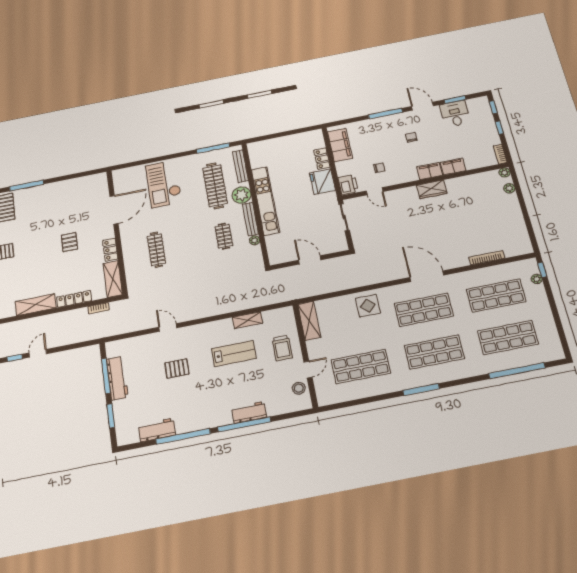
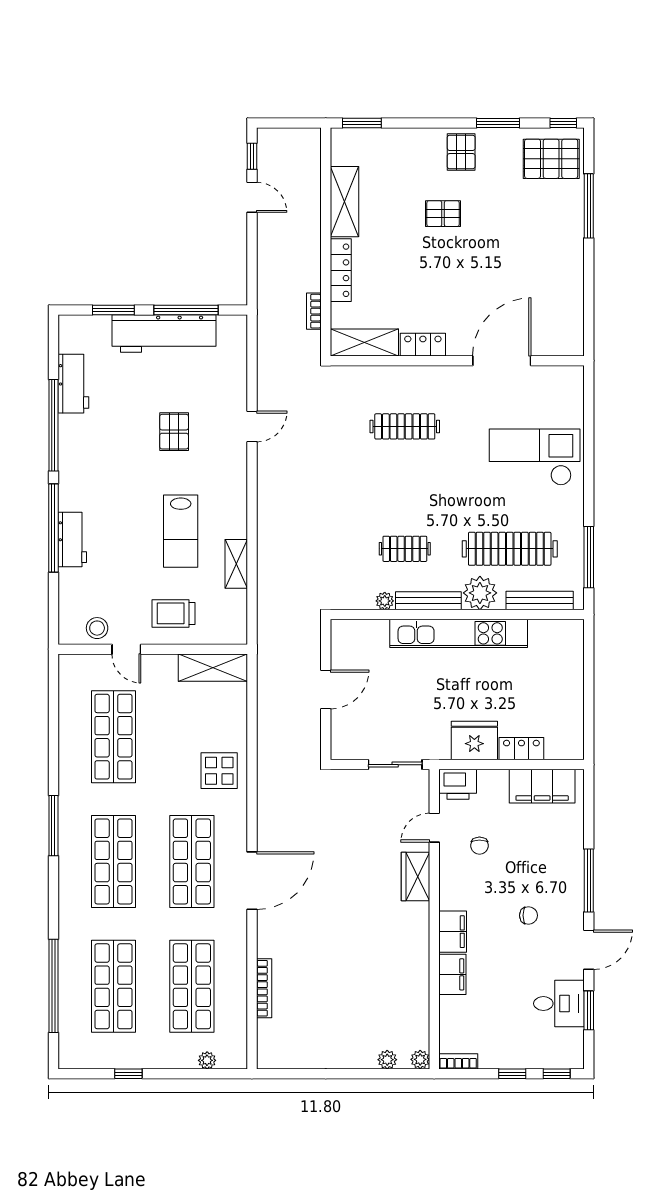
wardrobe: (432, 189) -> (415, 876), moved
door: (114, 210) -> (502, 361), swing flipped
pallet: (69, 242) -> (443, 214), moved
window: (542, 270) -> (128, 1074), moved
workbench: (117, 378) -> (164, 333), width x1.36, depth x1.32

